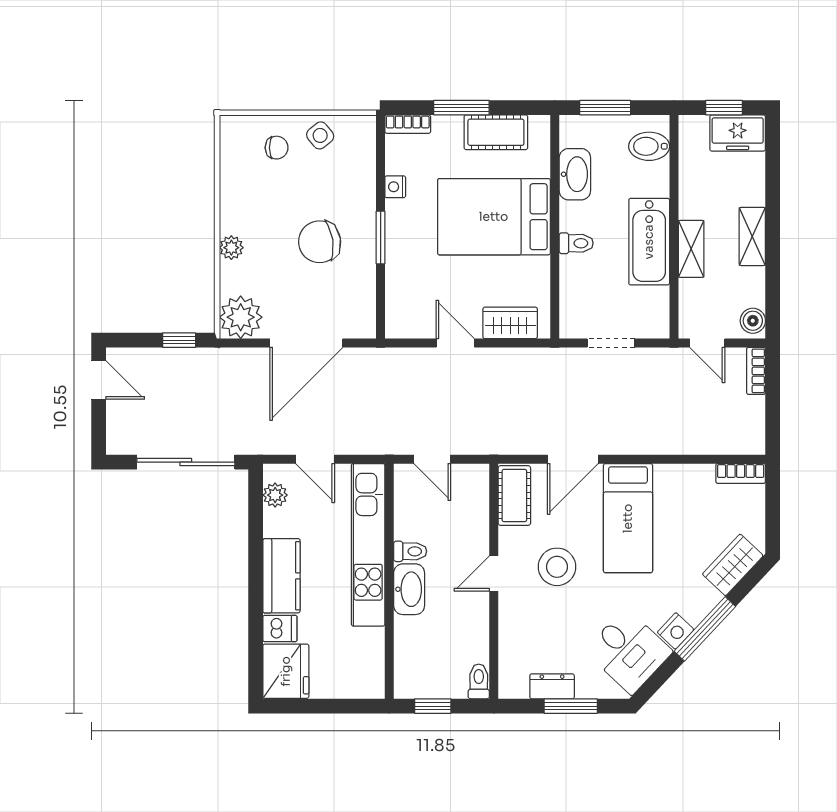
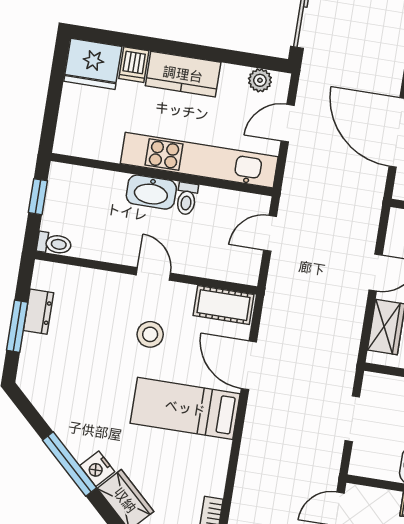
stool: (557, 567) -> (150, 334), width x0.73, depth x0.73
nightstand: (676, 631) -> (97, 469), moved
desk: (629, 651) -> (60, 389), removed

